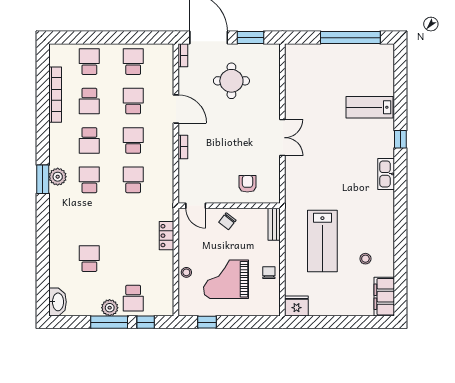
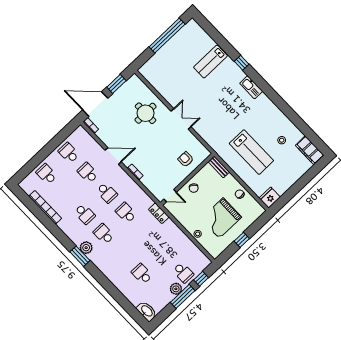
round table: (231, 81) -> (146, 113), moved
school desk: (89, 101) -> (66, 194), removed
school desk: (133, 140) -> (107, 193), turned 180
locker: (166, 236) -> (159, 213), moved
window: (207, 322) -> (242, 240), moved

